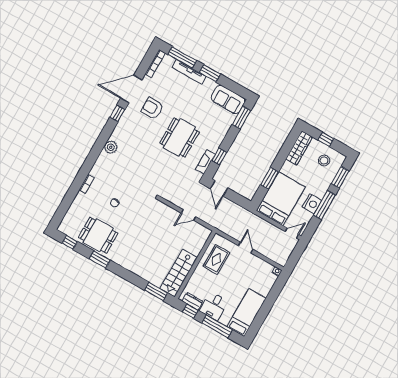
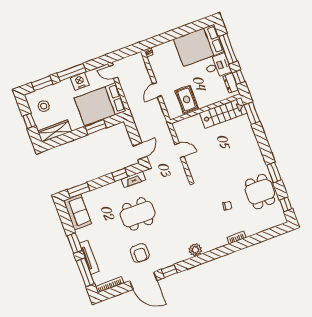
rug: (216, 260) -> (187, 99), turned 90
bed: (247, 312) -> (199, 45), width x1.50

